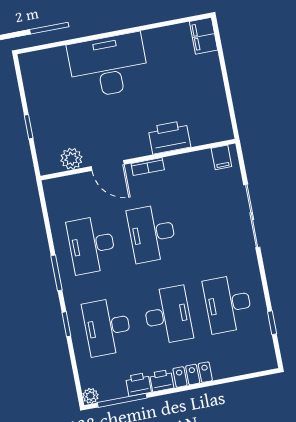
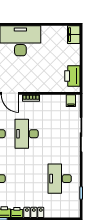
printer: (169, 137) -> (72, 76), moved, turned -90
desk: (168, 315) -> (27, 179), removed

